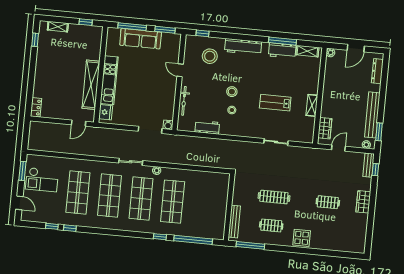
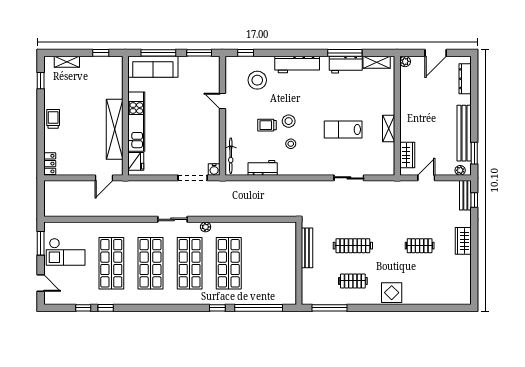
sofa: (141, 39) -> (153, 67), moved
trolley: (42, 72) -> (53, 119), added
trolley: (214, 93) -> (267, 125), added
bicycle: (184, 101) -> (231, 156), moved
bench: (234, 222) -> (307, 248), moved

